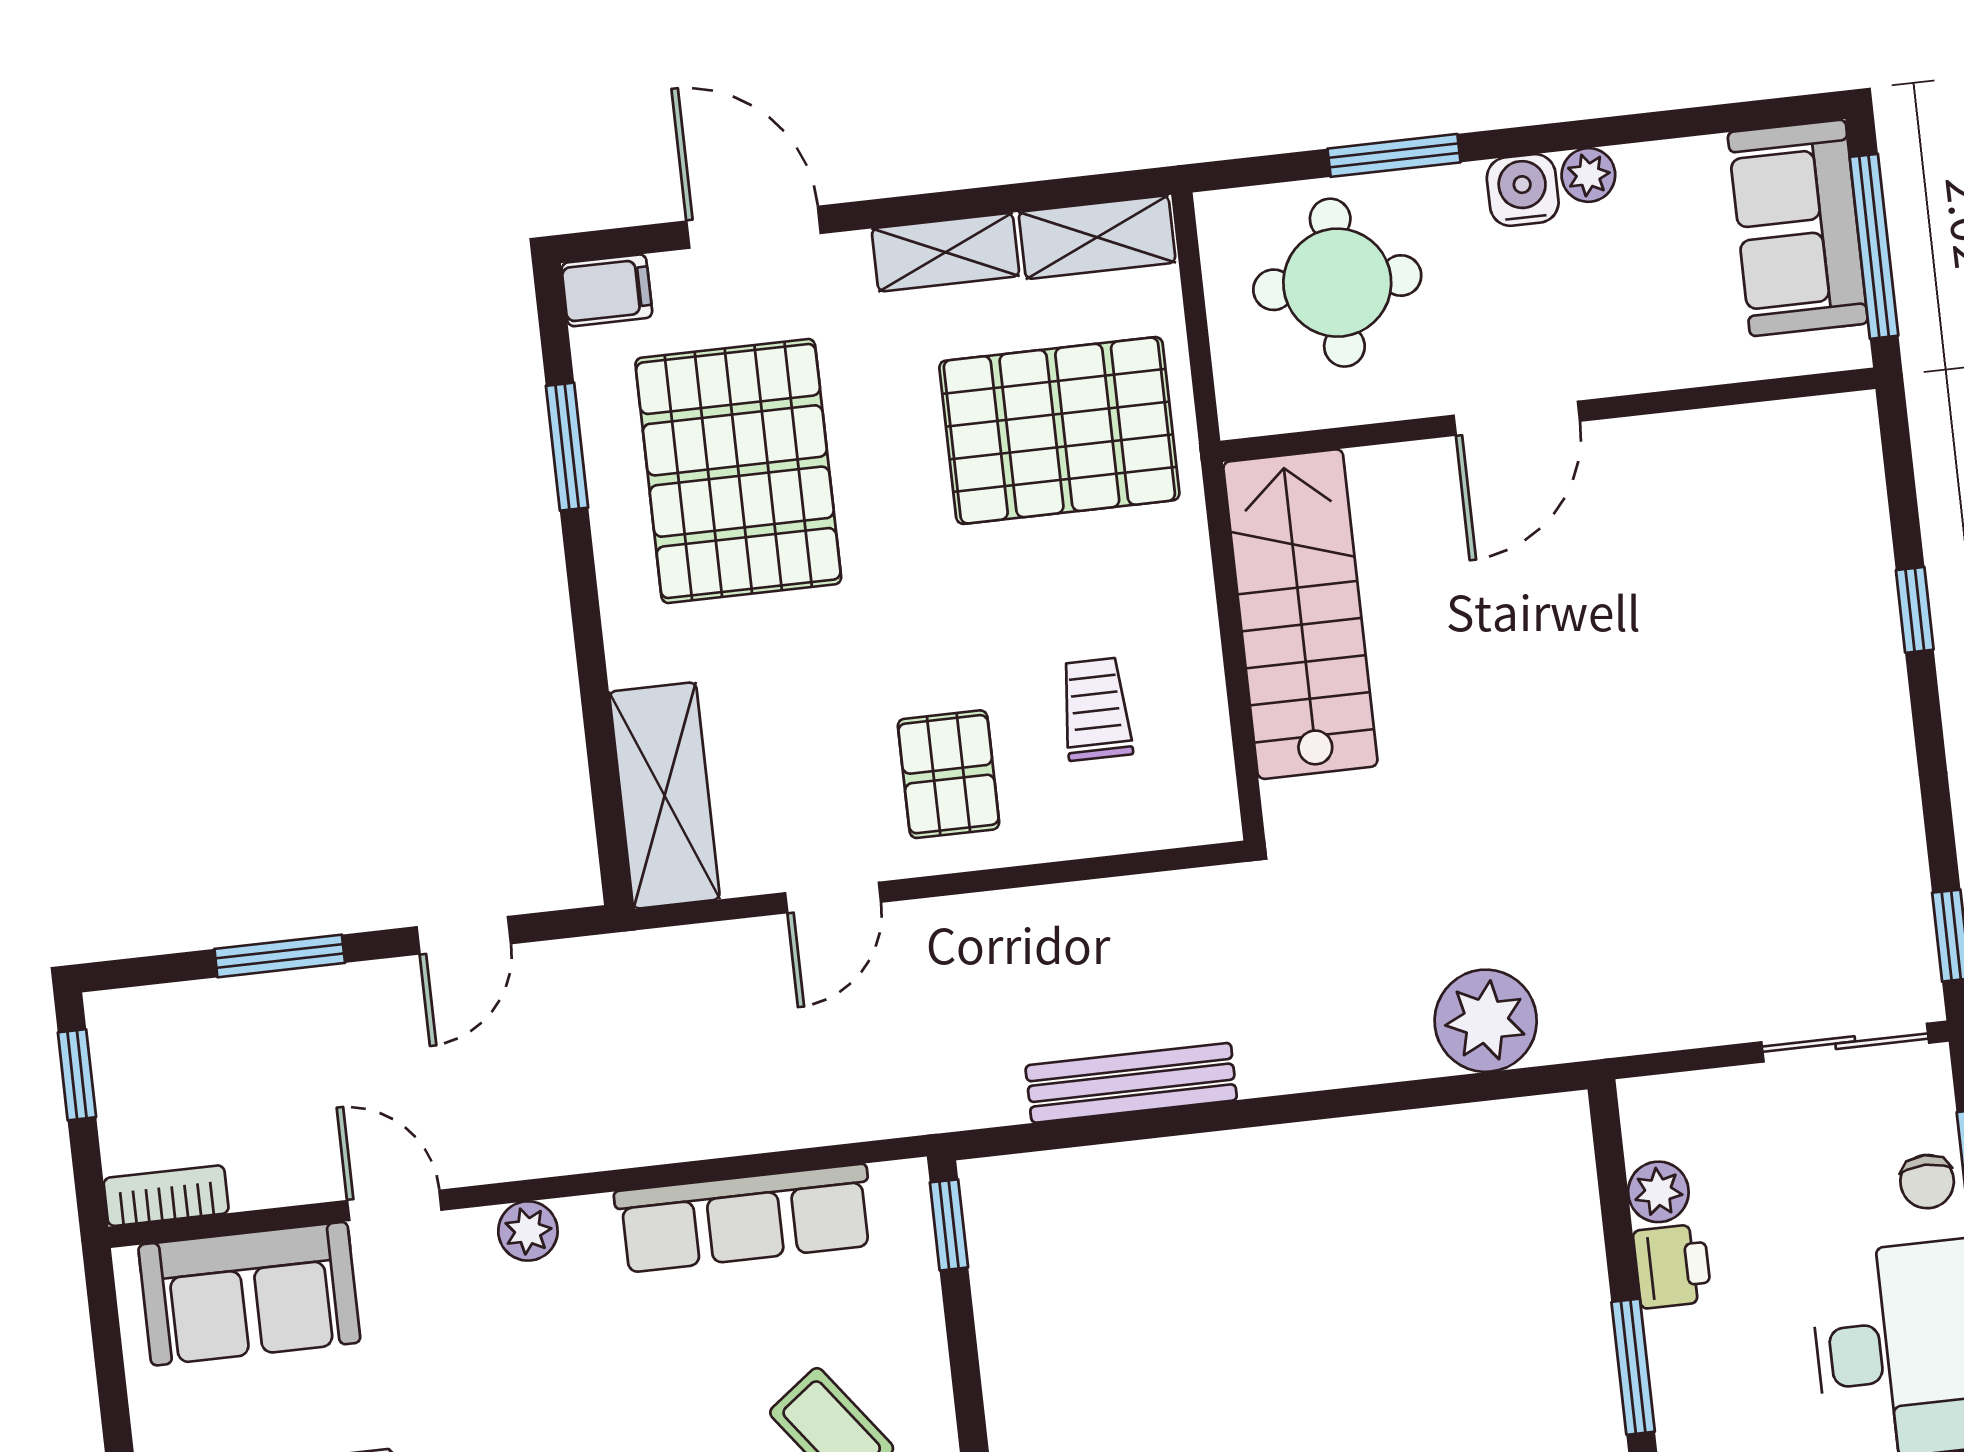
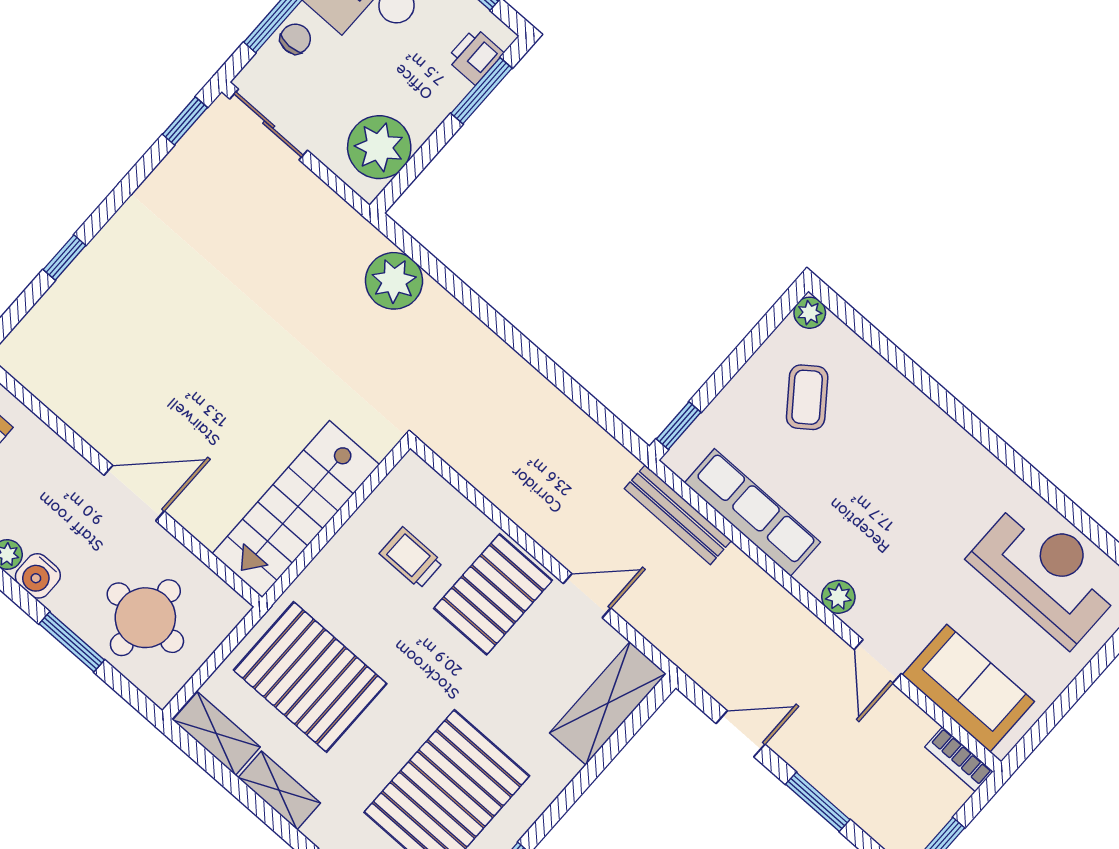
trolley: (1096, 709) -> (411, 558), turned 90
pallet: (948, 774) -> (493, 594), width x1.50, depth x1.42
bench: (1131, 1083) -> (678, 515), moved
plant: (1658, 1192) -> (379, 147), width x1.87, depth x1.87
printer: (1672, 1266) -> (475, 56), moved

